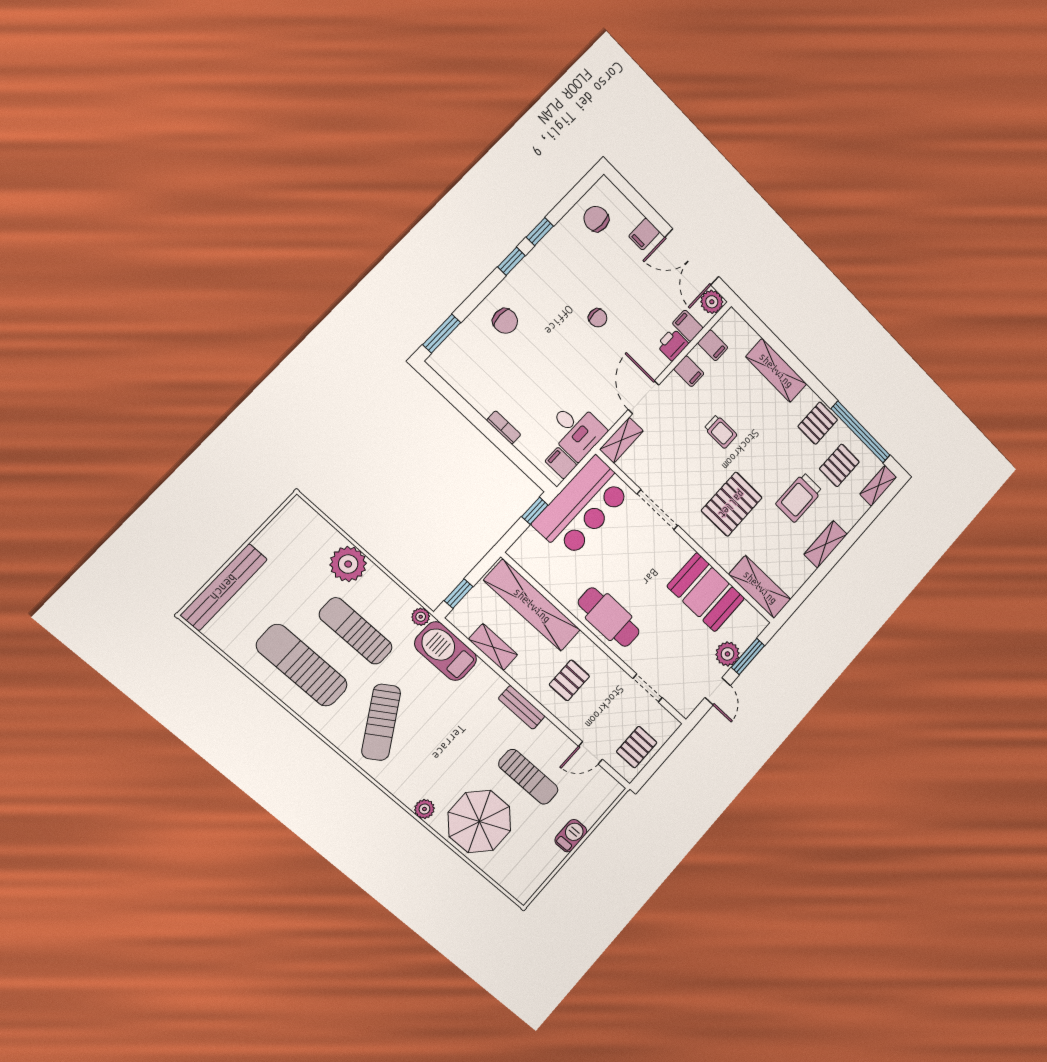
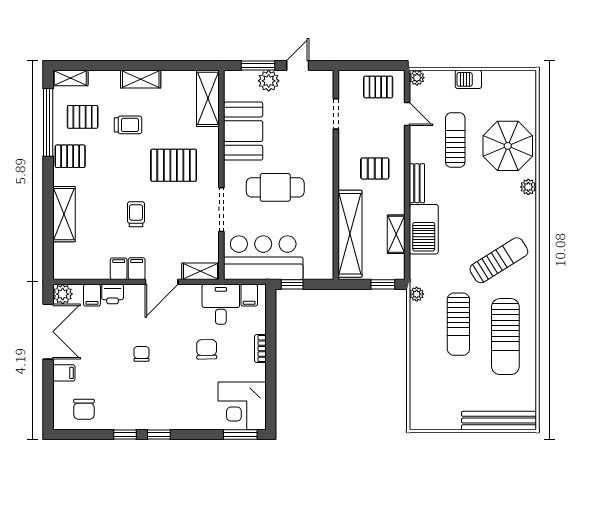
chair: (505, 321) -> (207, 349), moved
filing cabinet: (713, 345) -> (137, 269), moved
corner desk: (467, 361) -> (242, 406), added
trolley: (799, 497) -> (128, 125), width x0.73, depth x0.72
plant: (348, 564) -> (417, 78), moved, width x0.53, depth x0.53
cafe table: (609, 617) -> (275, 187), moved, turned 90
barbecue: (446, 651) -> (424, 229), moved

